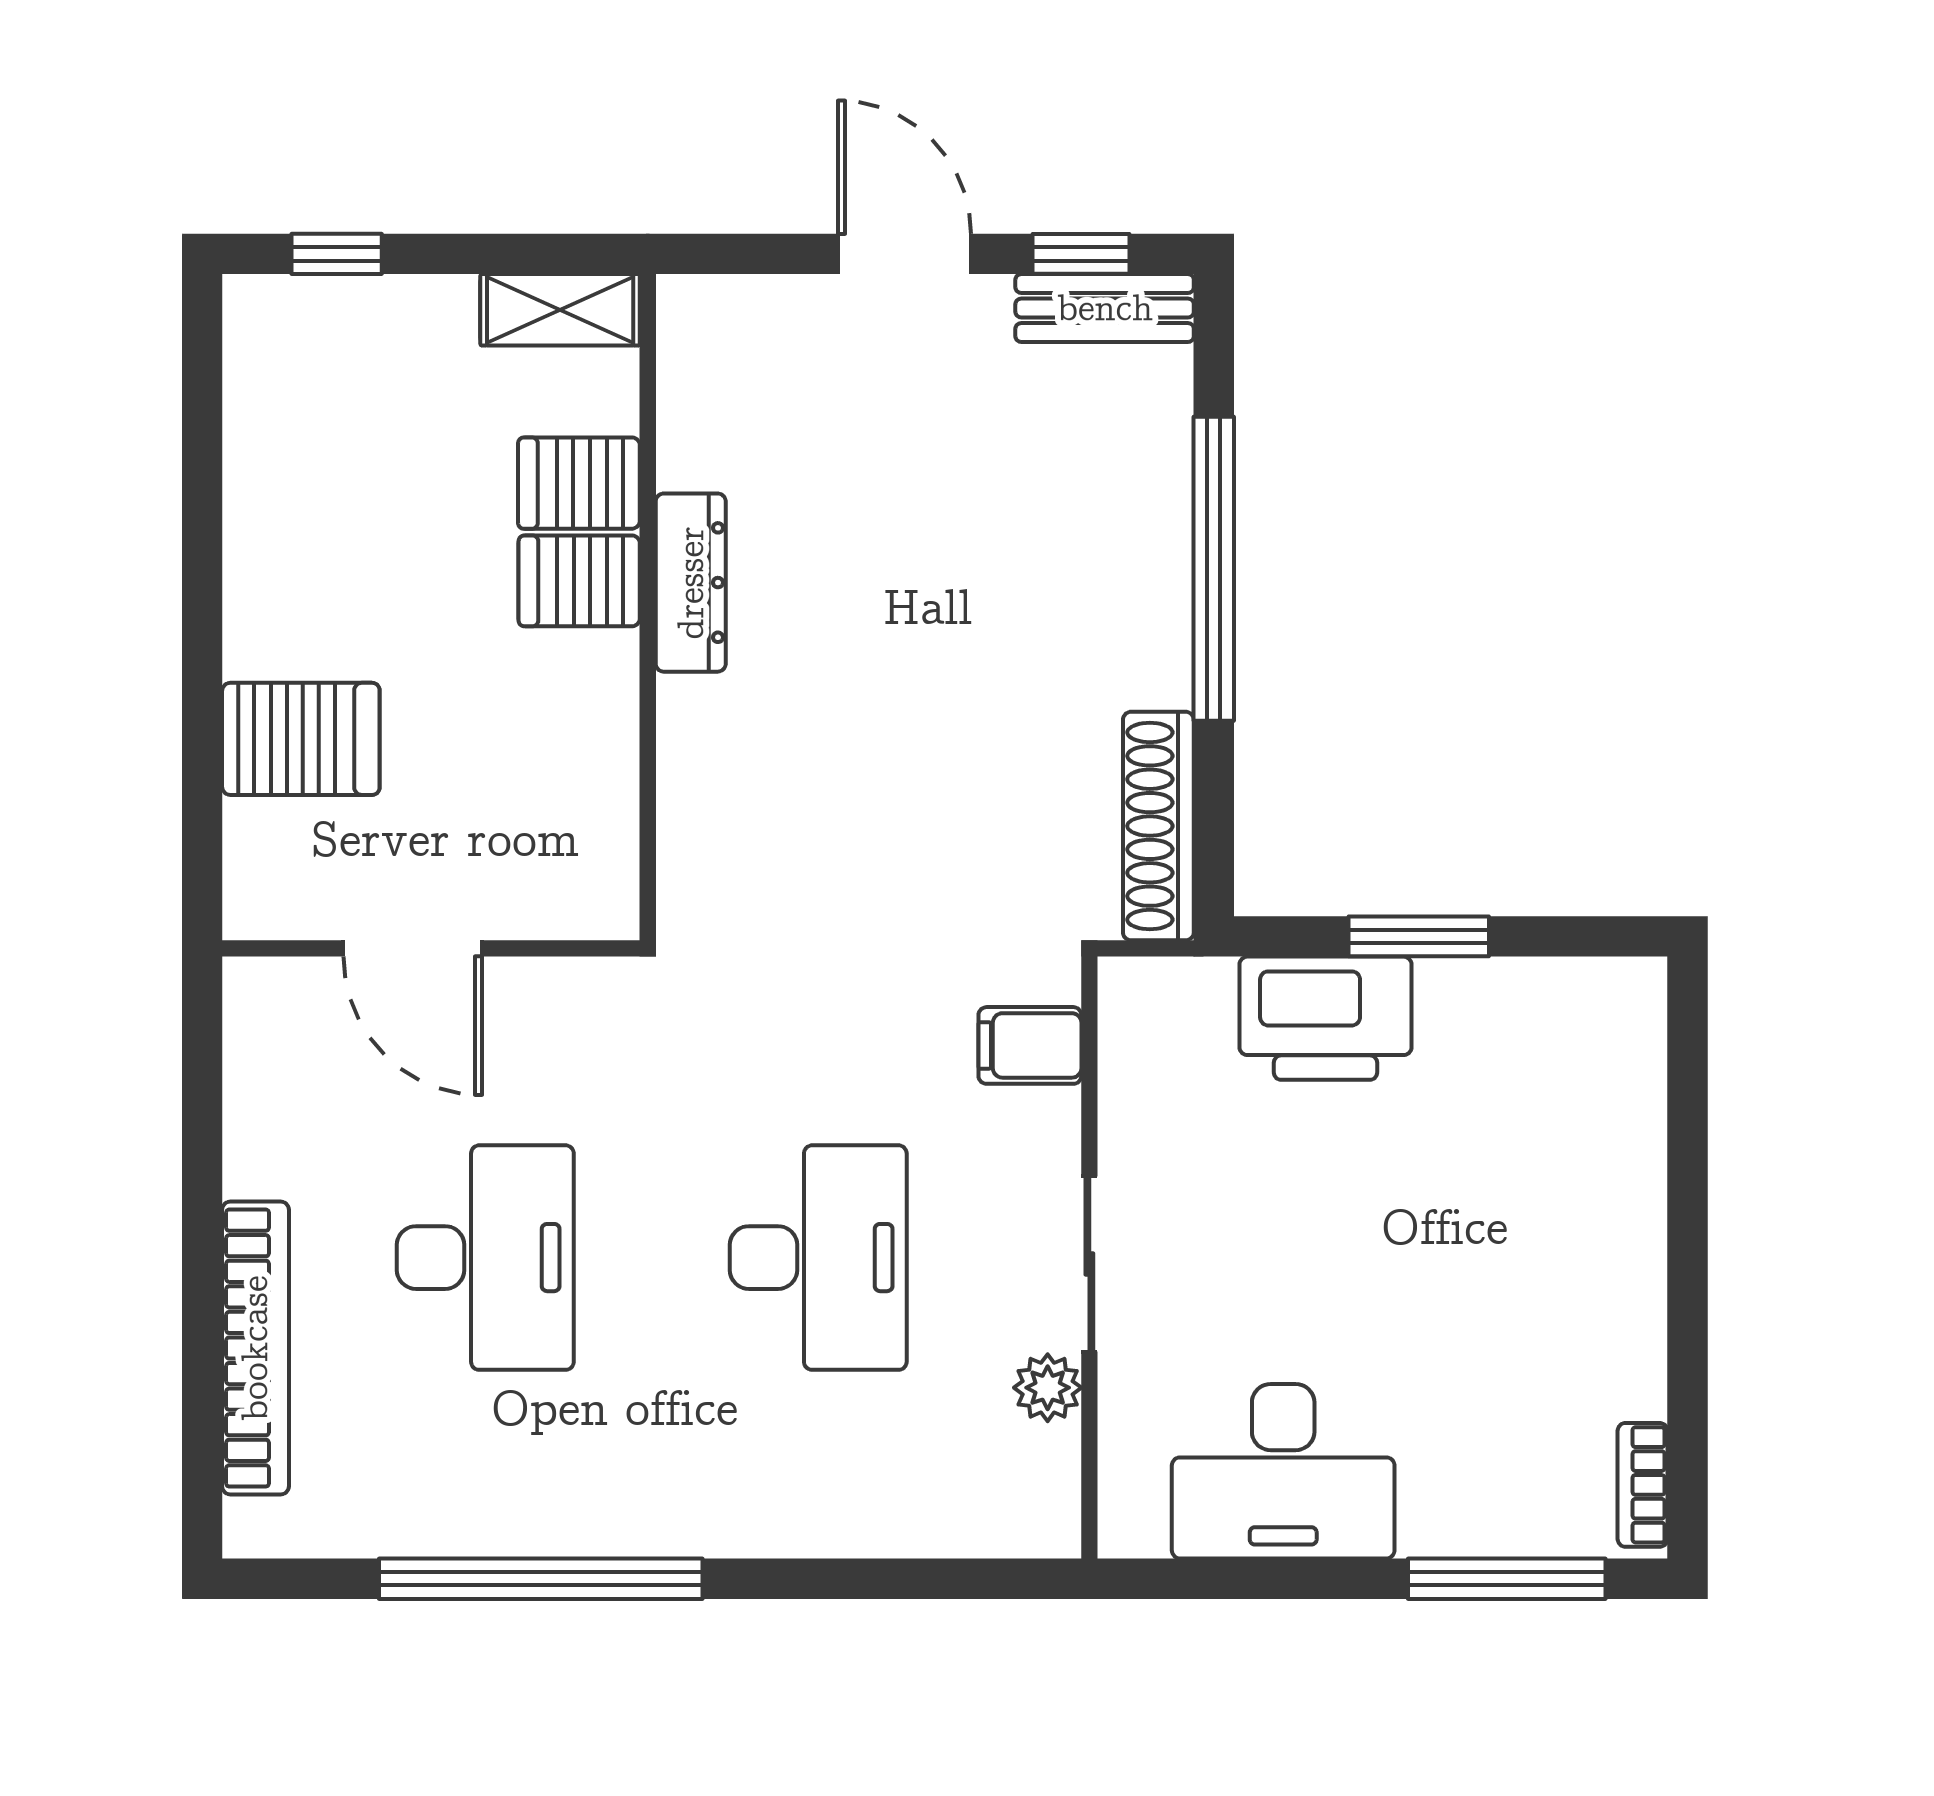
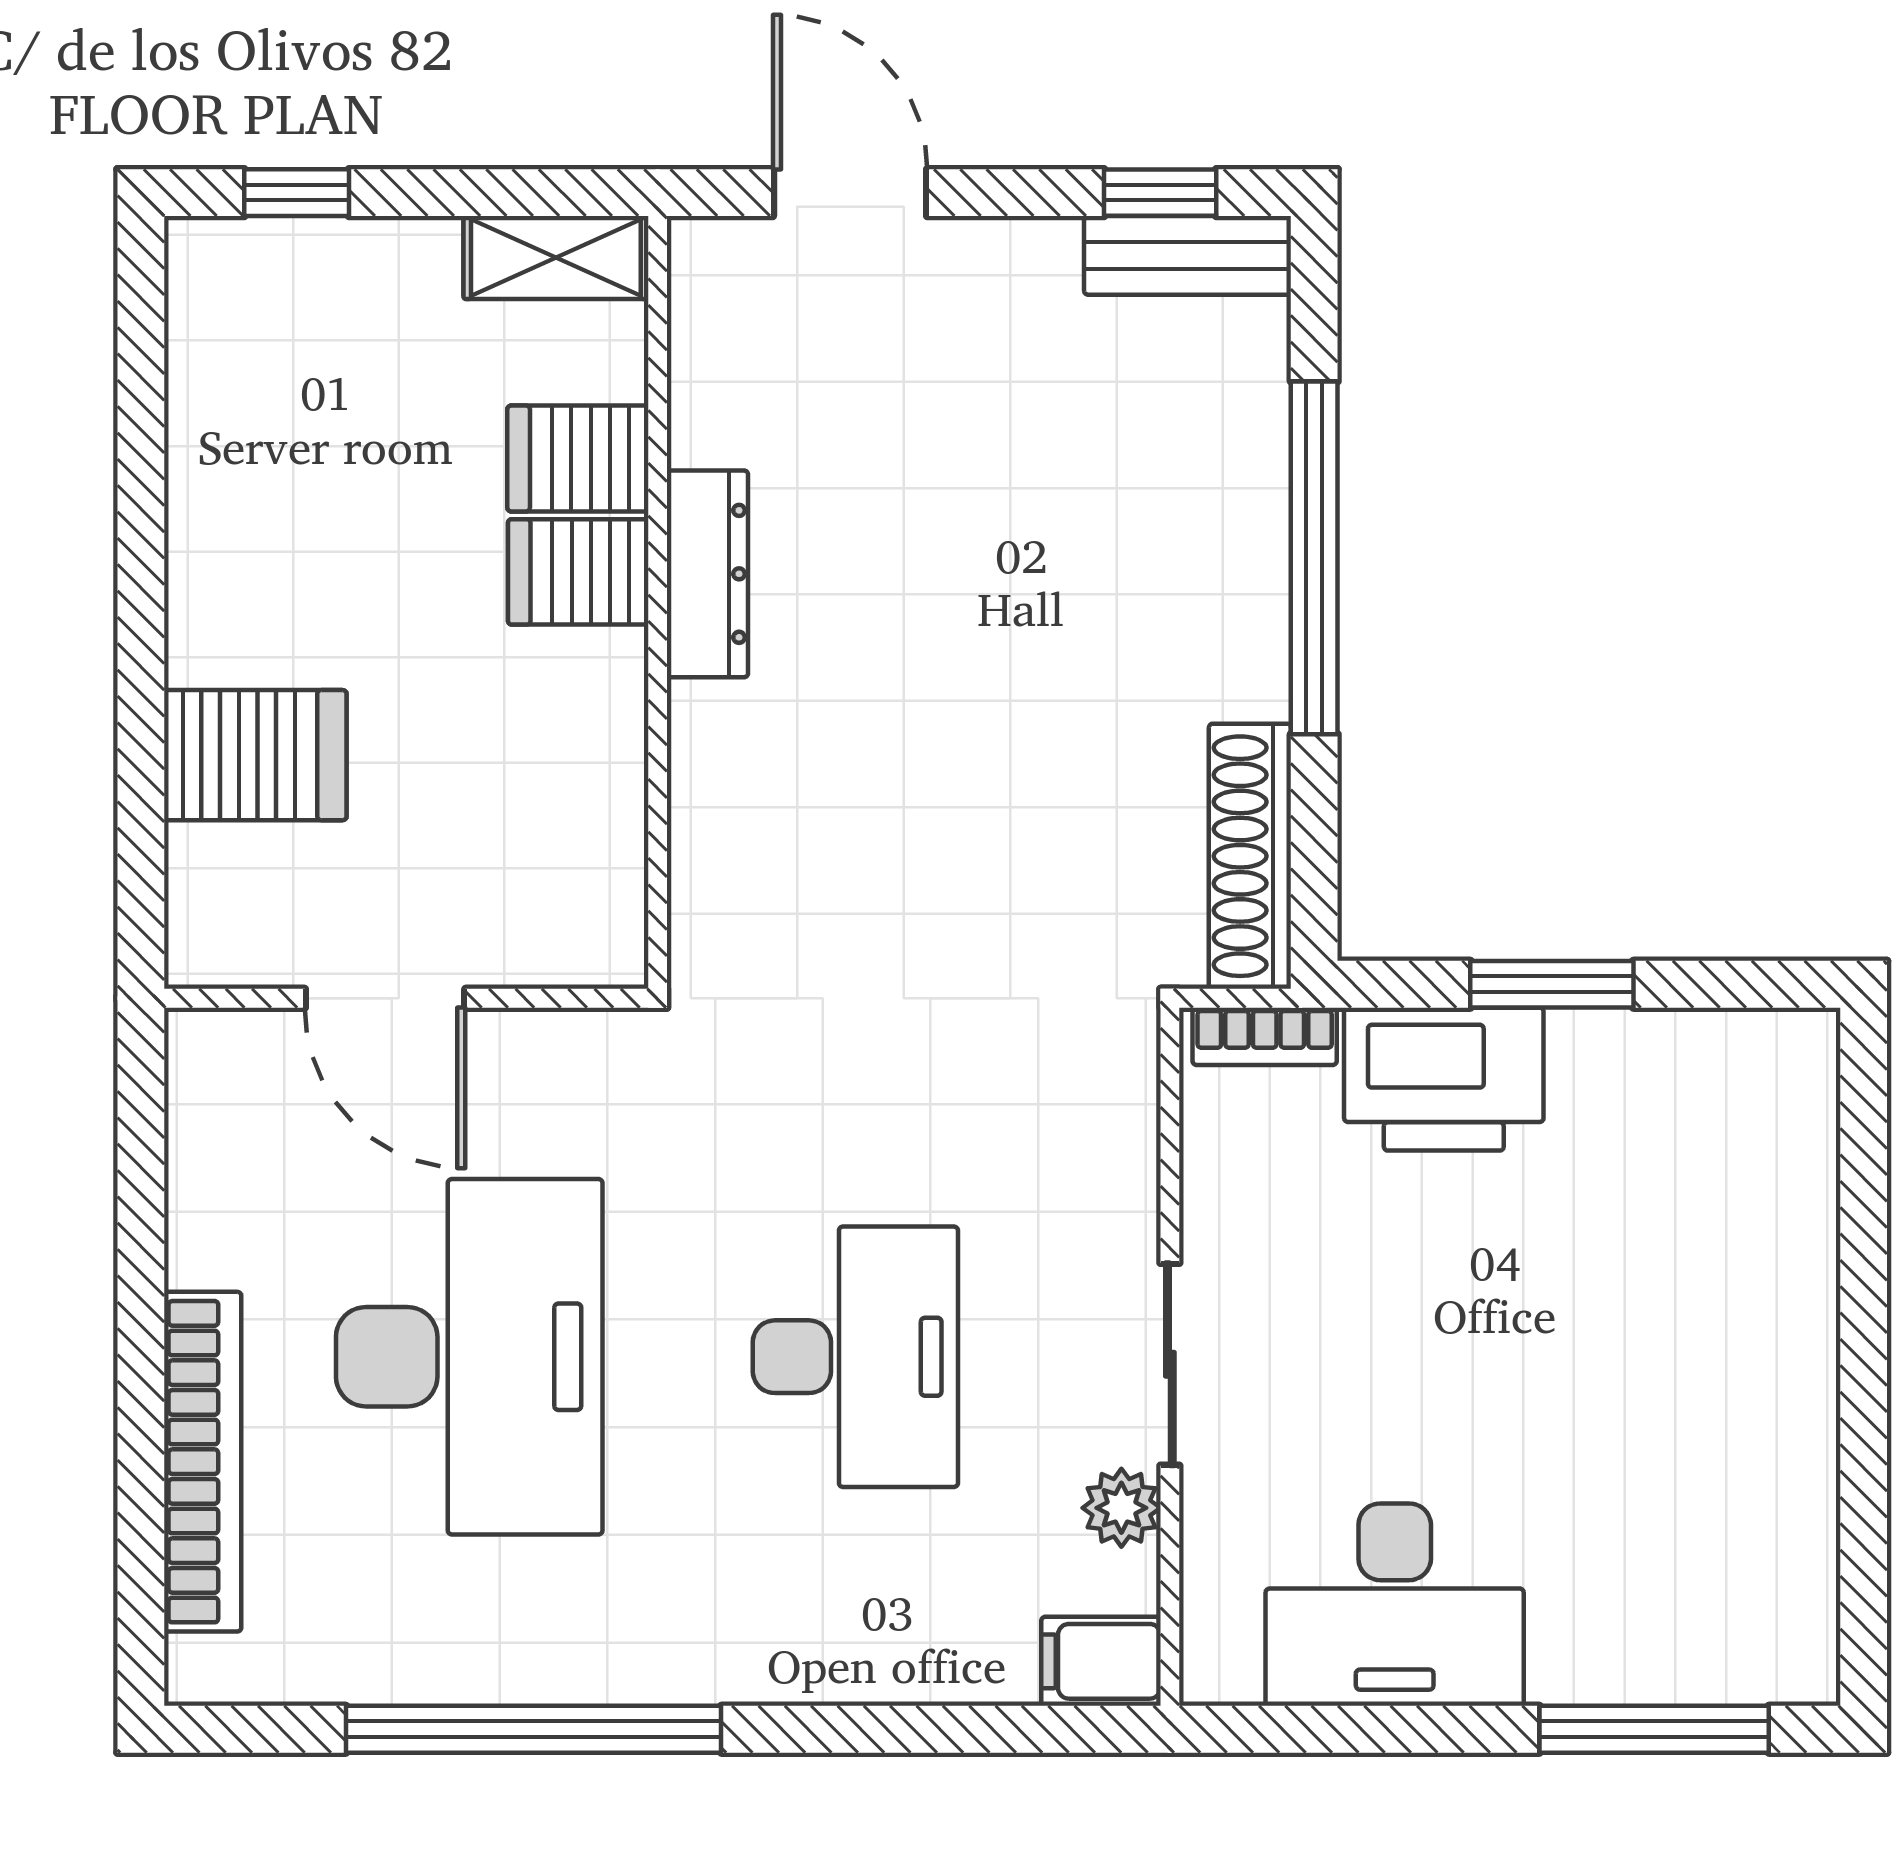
door: (904, 254) -> (850, 193), moved
filing cabinet: (1030, 1045) -> (1101, 1661), moved
desk: (485, 1258) -> (469, 1357), width x1.36, depth x1.30
bookcase: (1643, 1485) -> (1265, 1036), moved, turned -90

